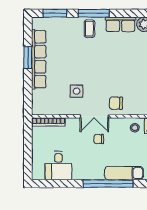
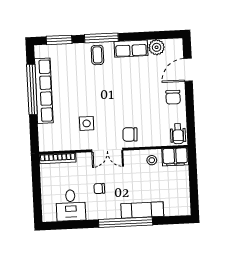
window: (28, 57) -> (32, 89), width x2.11
chair: (99, 139) -> (99, 189), moved

